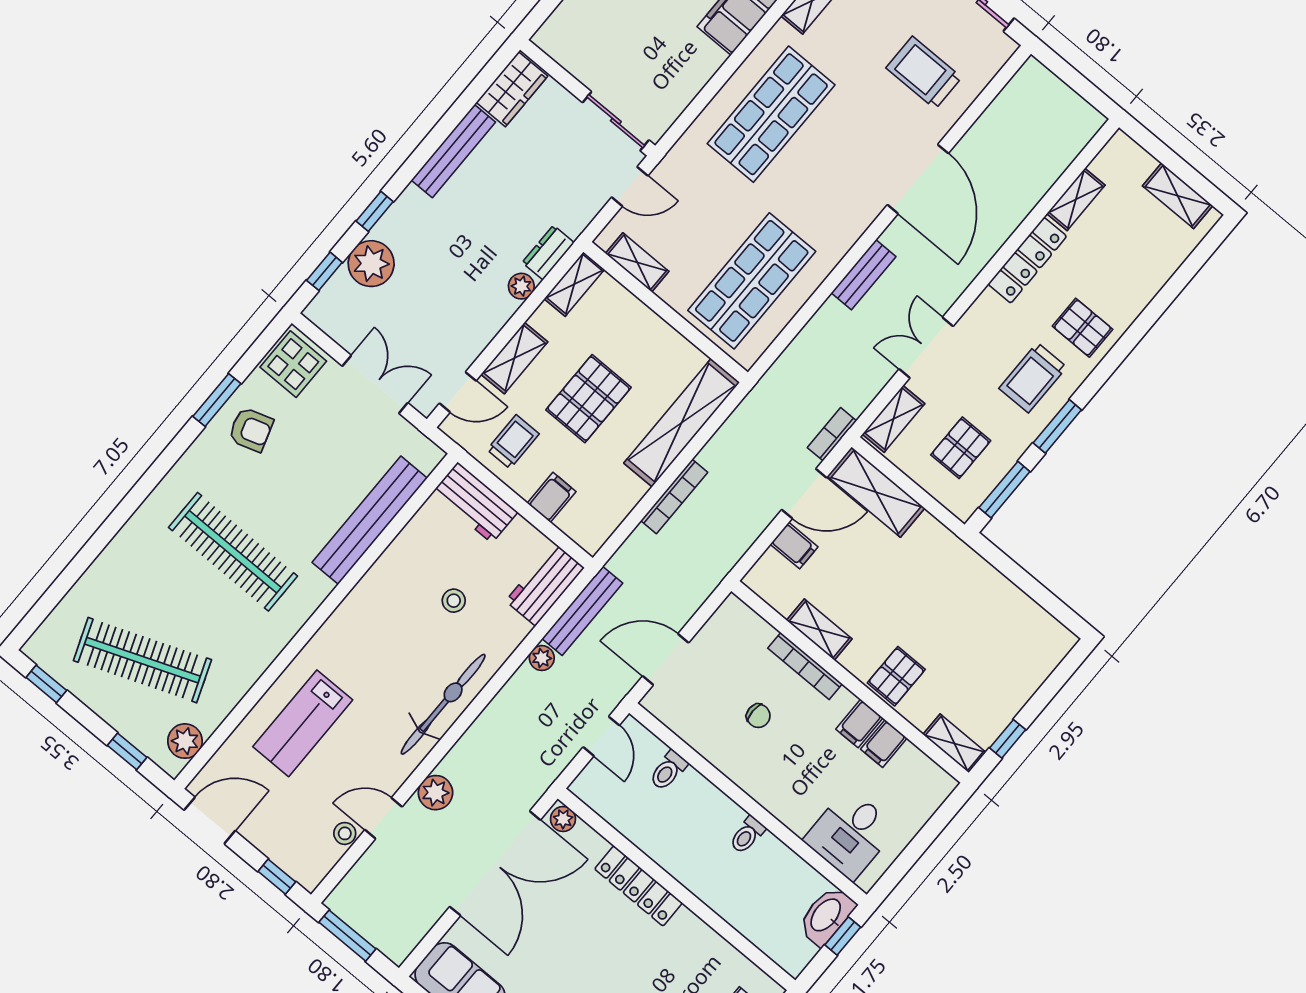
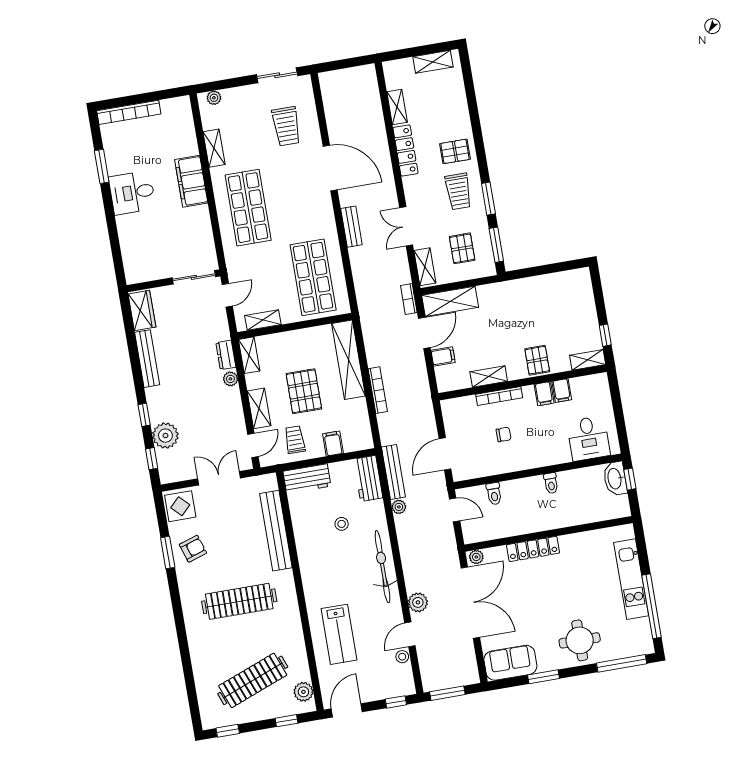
trolley: (924, 73) -> (286, 126), turned -90

